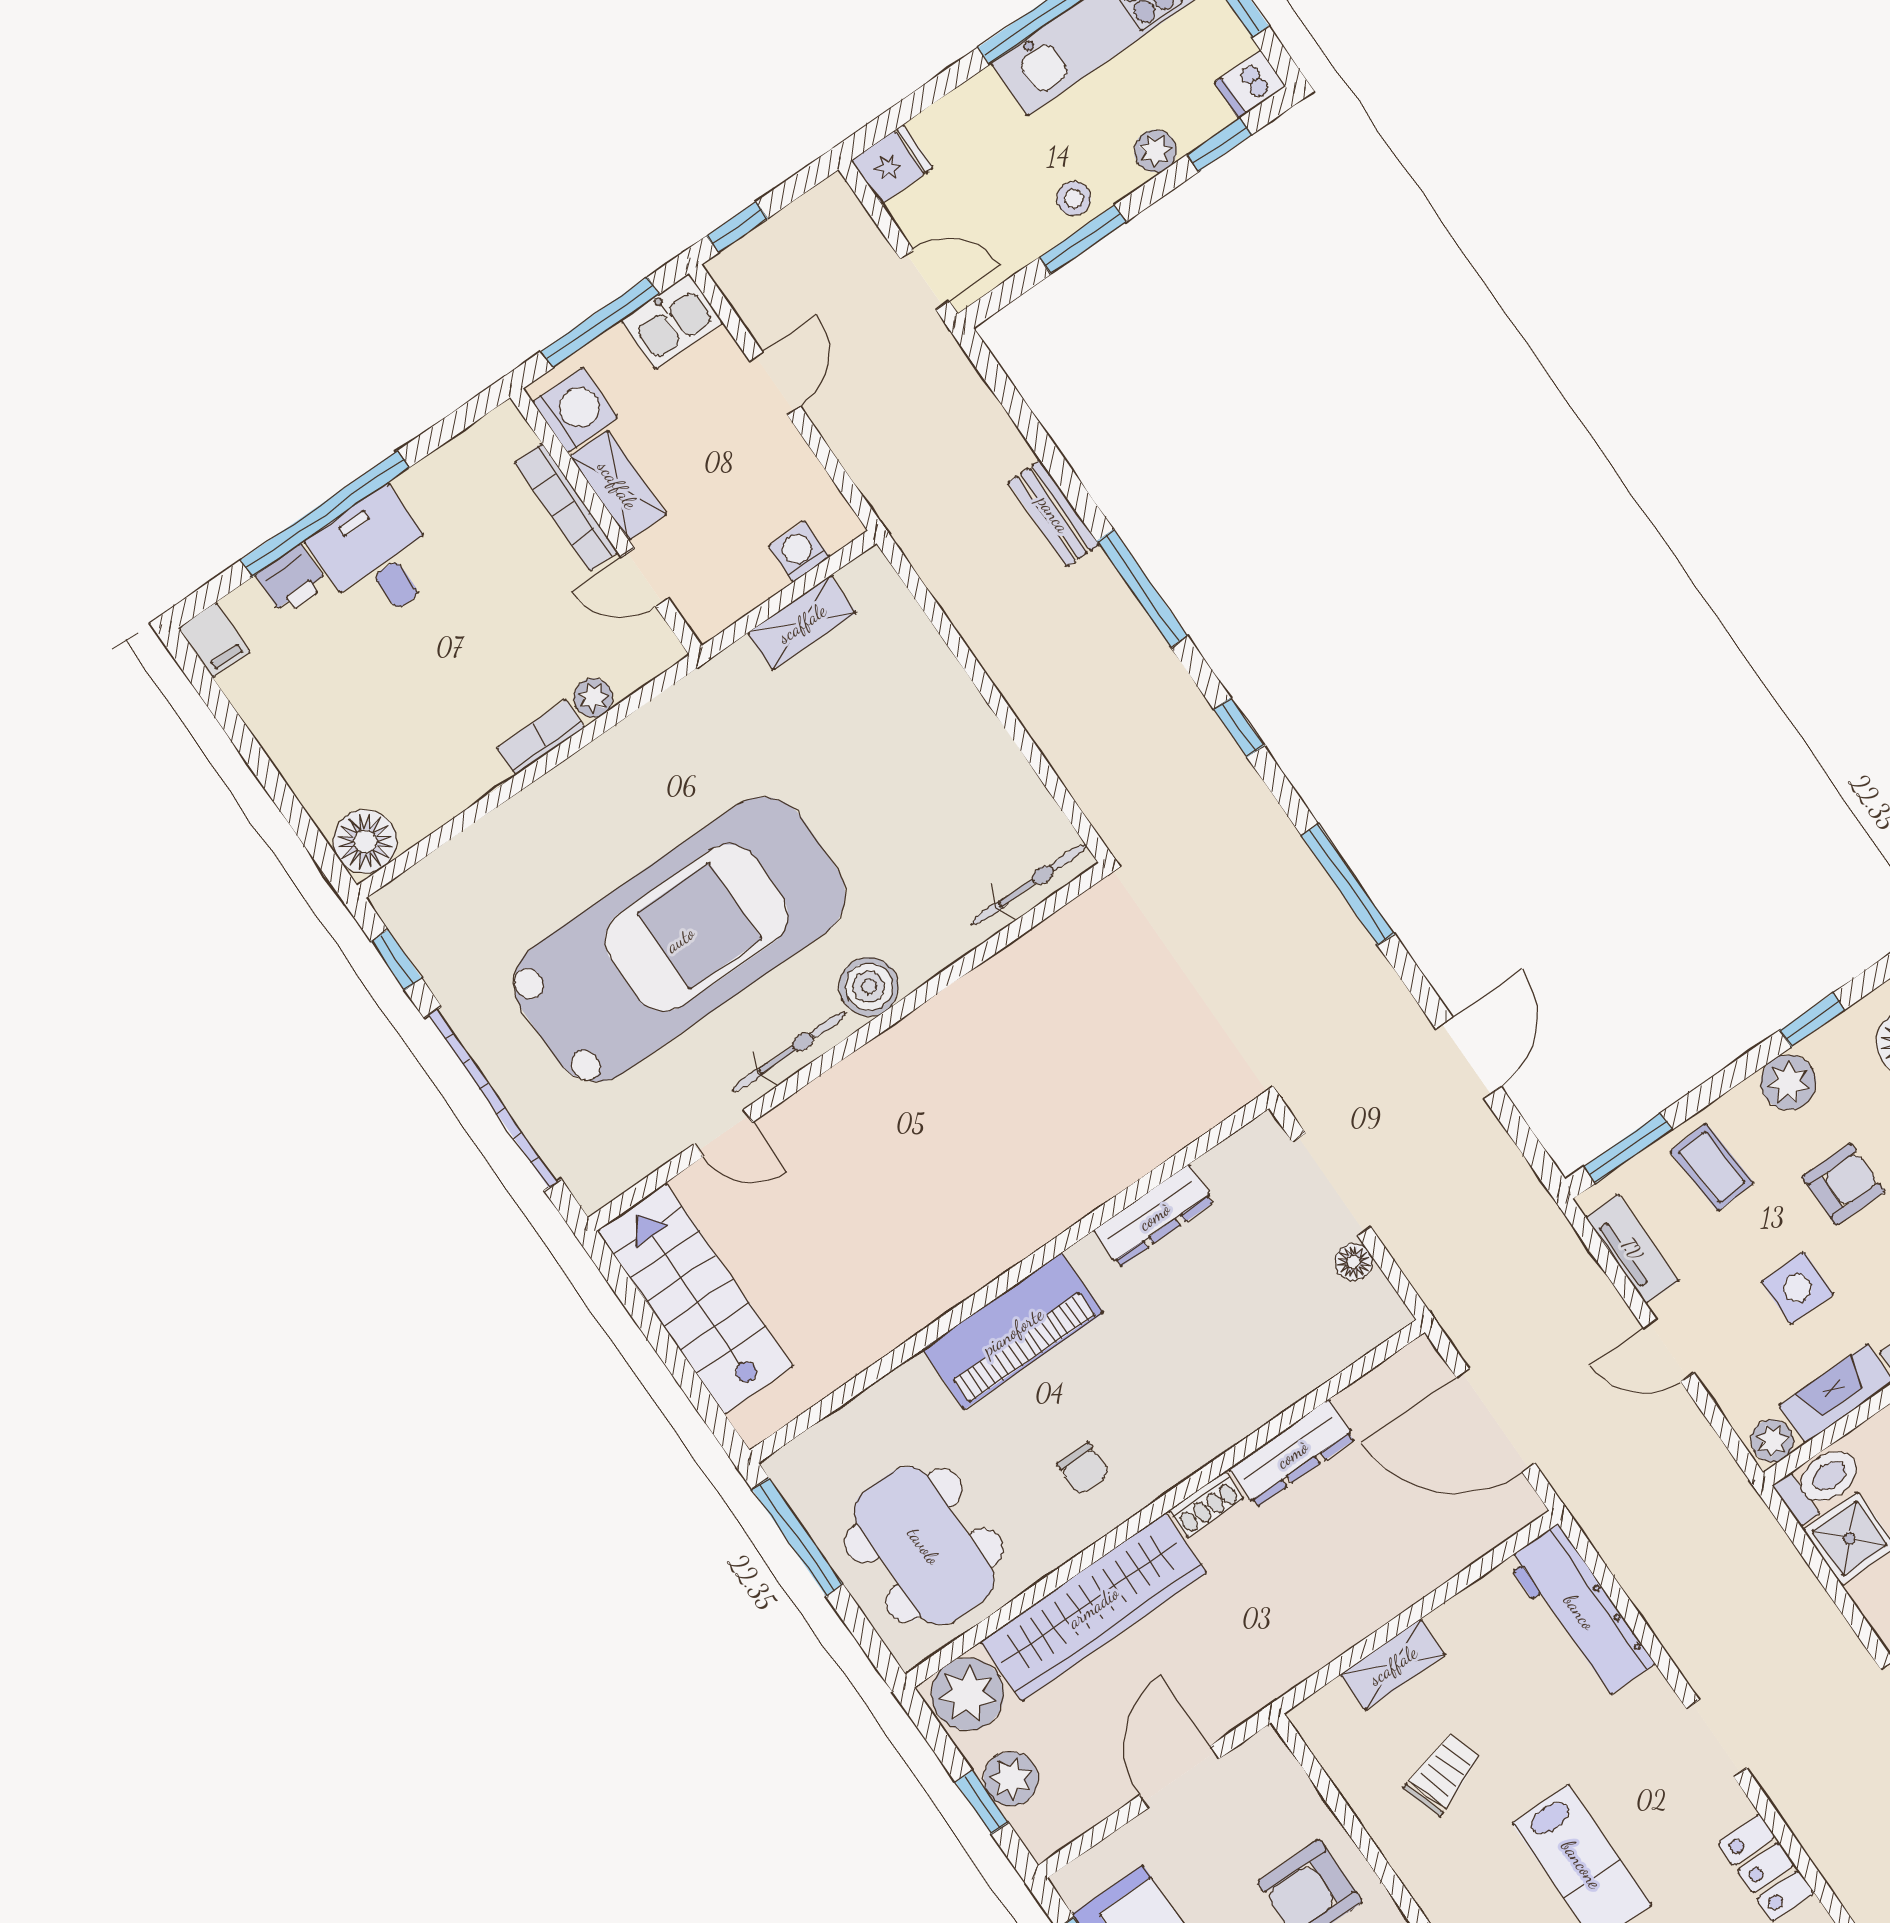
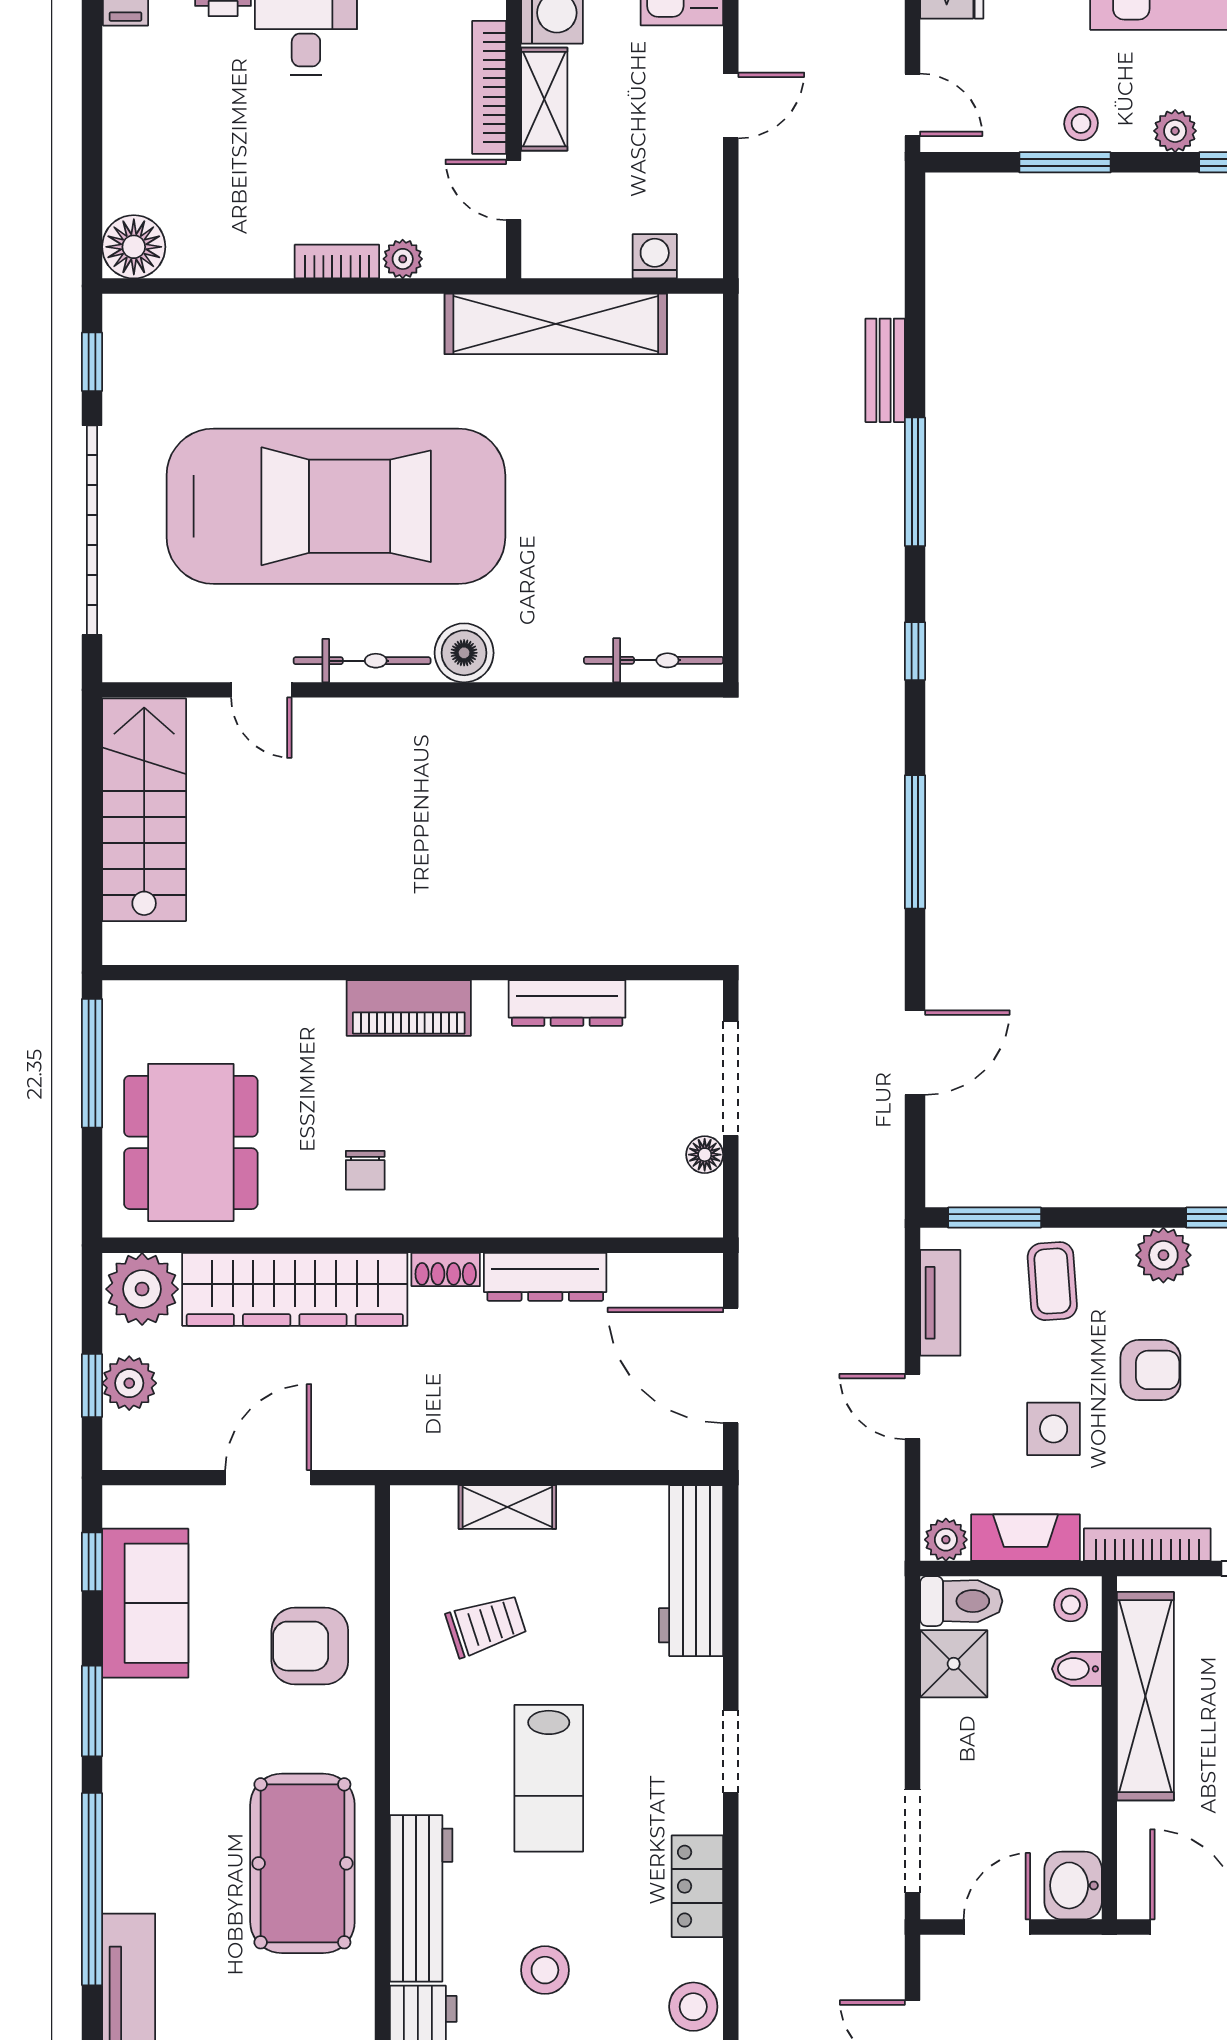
shelving: (802, 623) -> (556, 324), width x2.20, depth x1.33
piano: (1013, 1331) -> (409, 1008), width x0.73, depth x0.75

